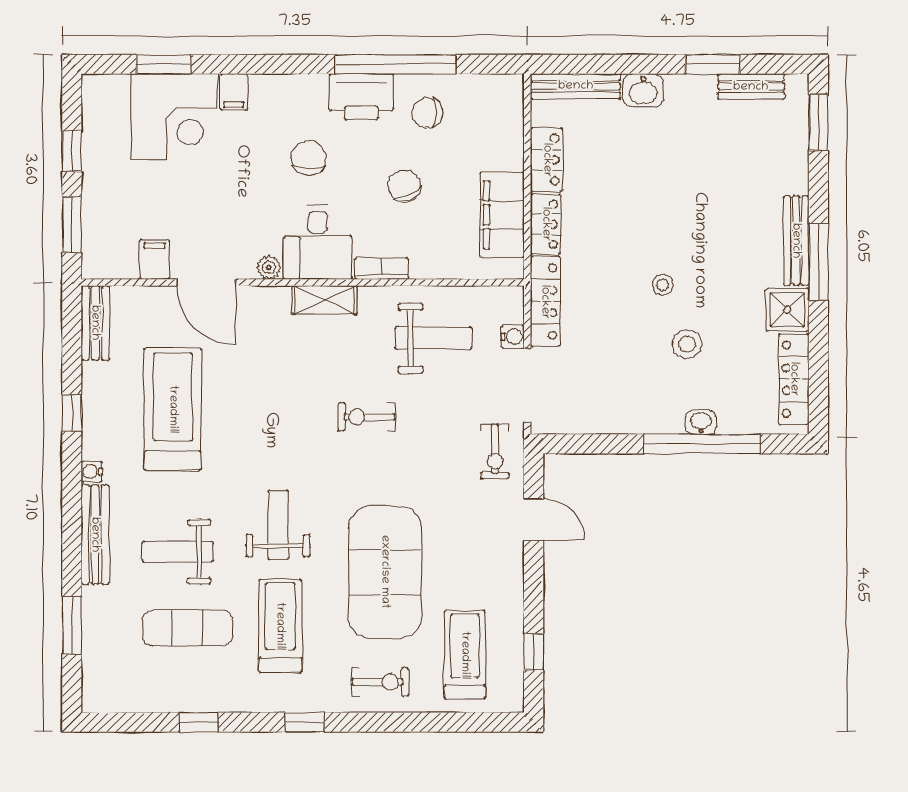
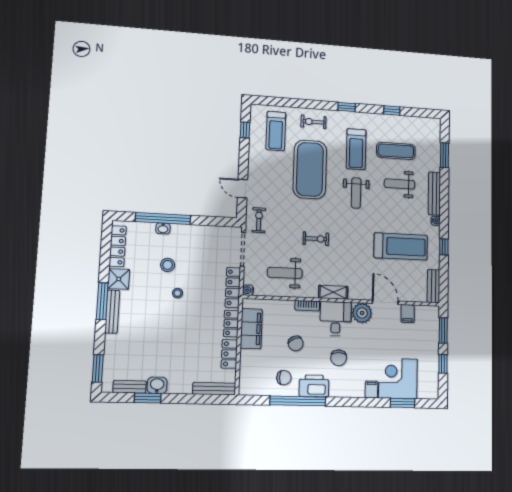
washbasin: (643, 91) -> (157, 385), moved
plant: (269, 267) -> (362, 313), width x1.88, depth x1.88
water cooler: (513, 337) -> (248, 290), moved
treadmill: (173, 409) -> (401, 246), turned -90
weight bench: (178, 552) -> (399, 184), turned 180

